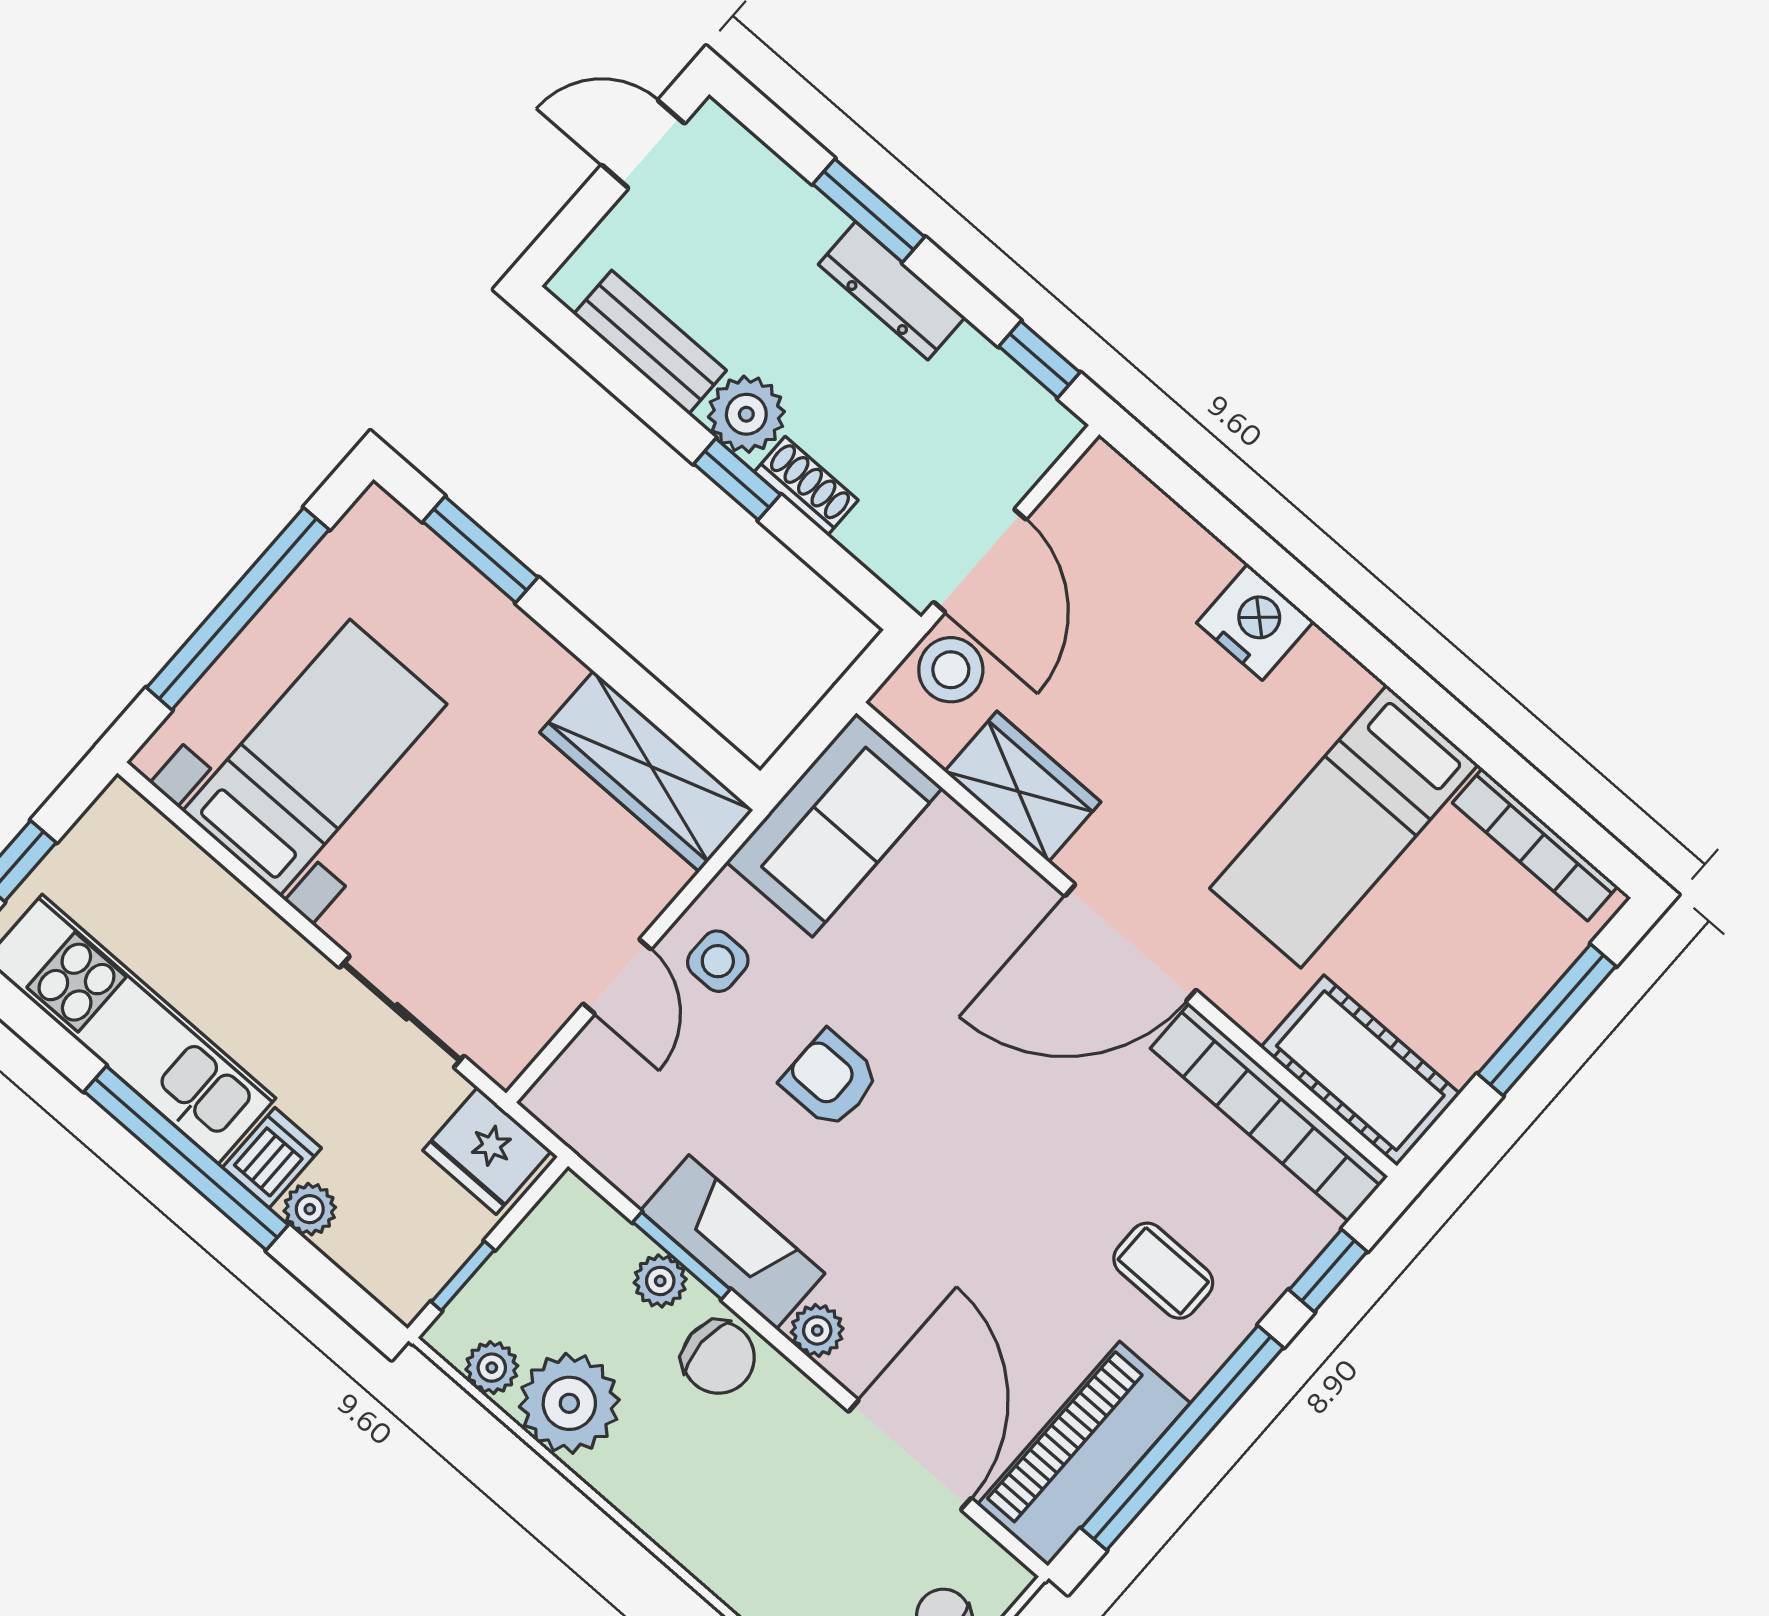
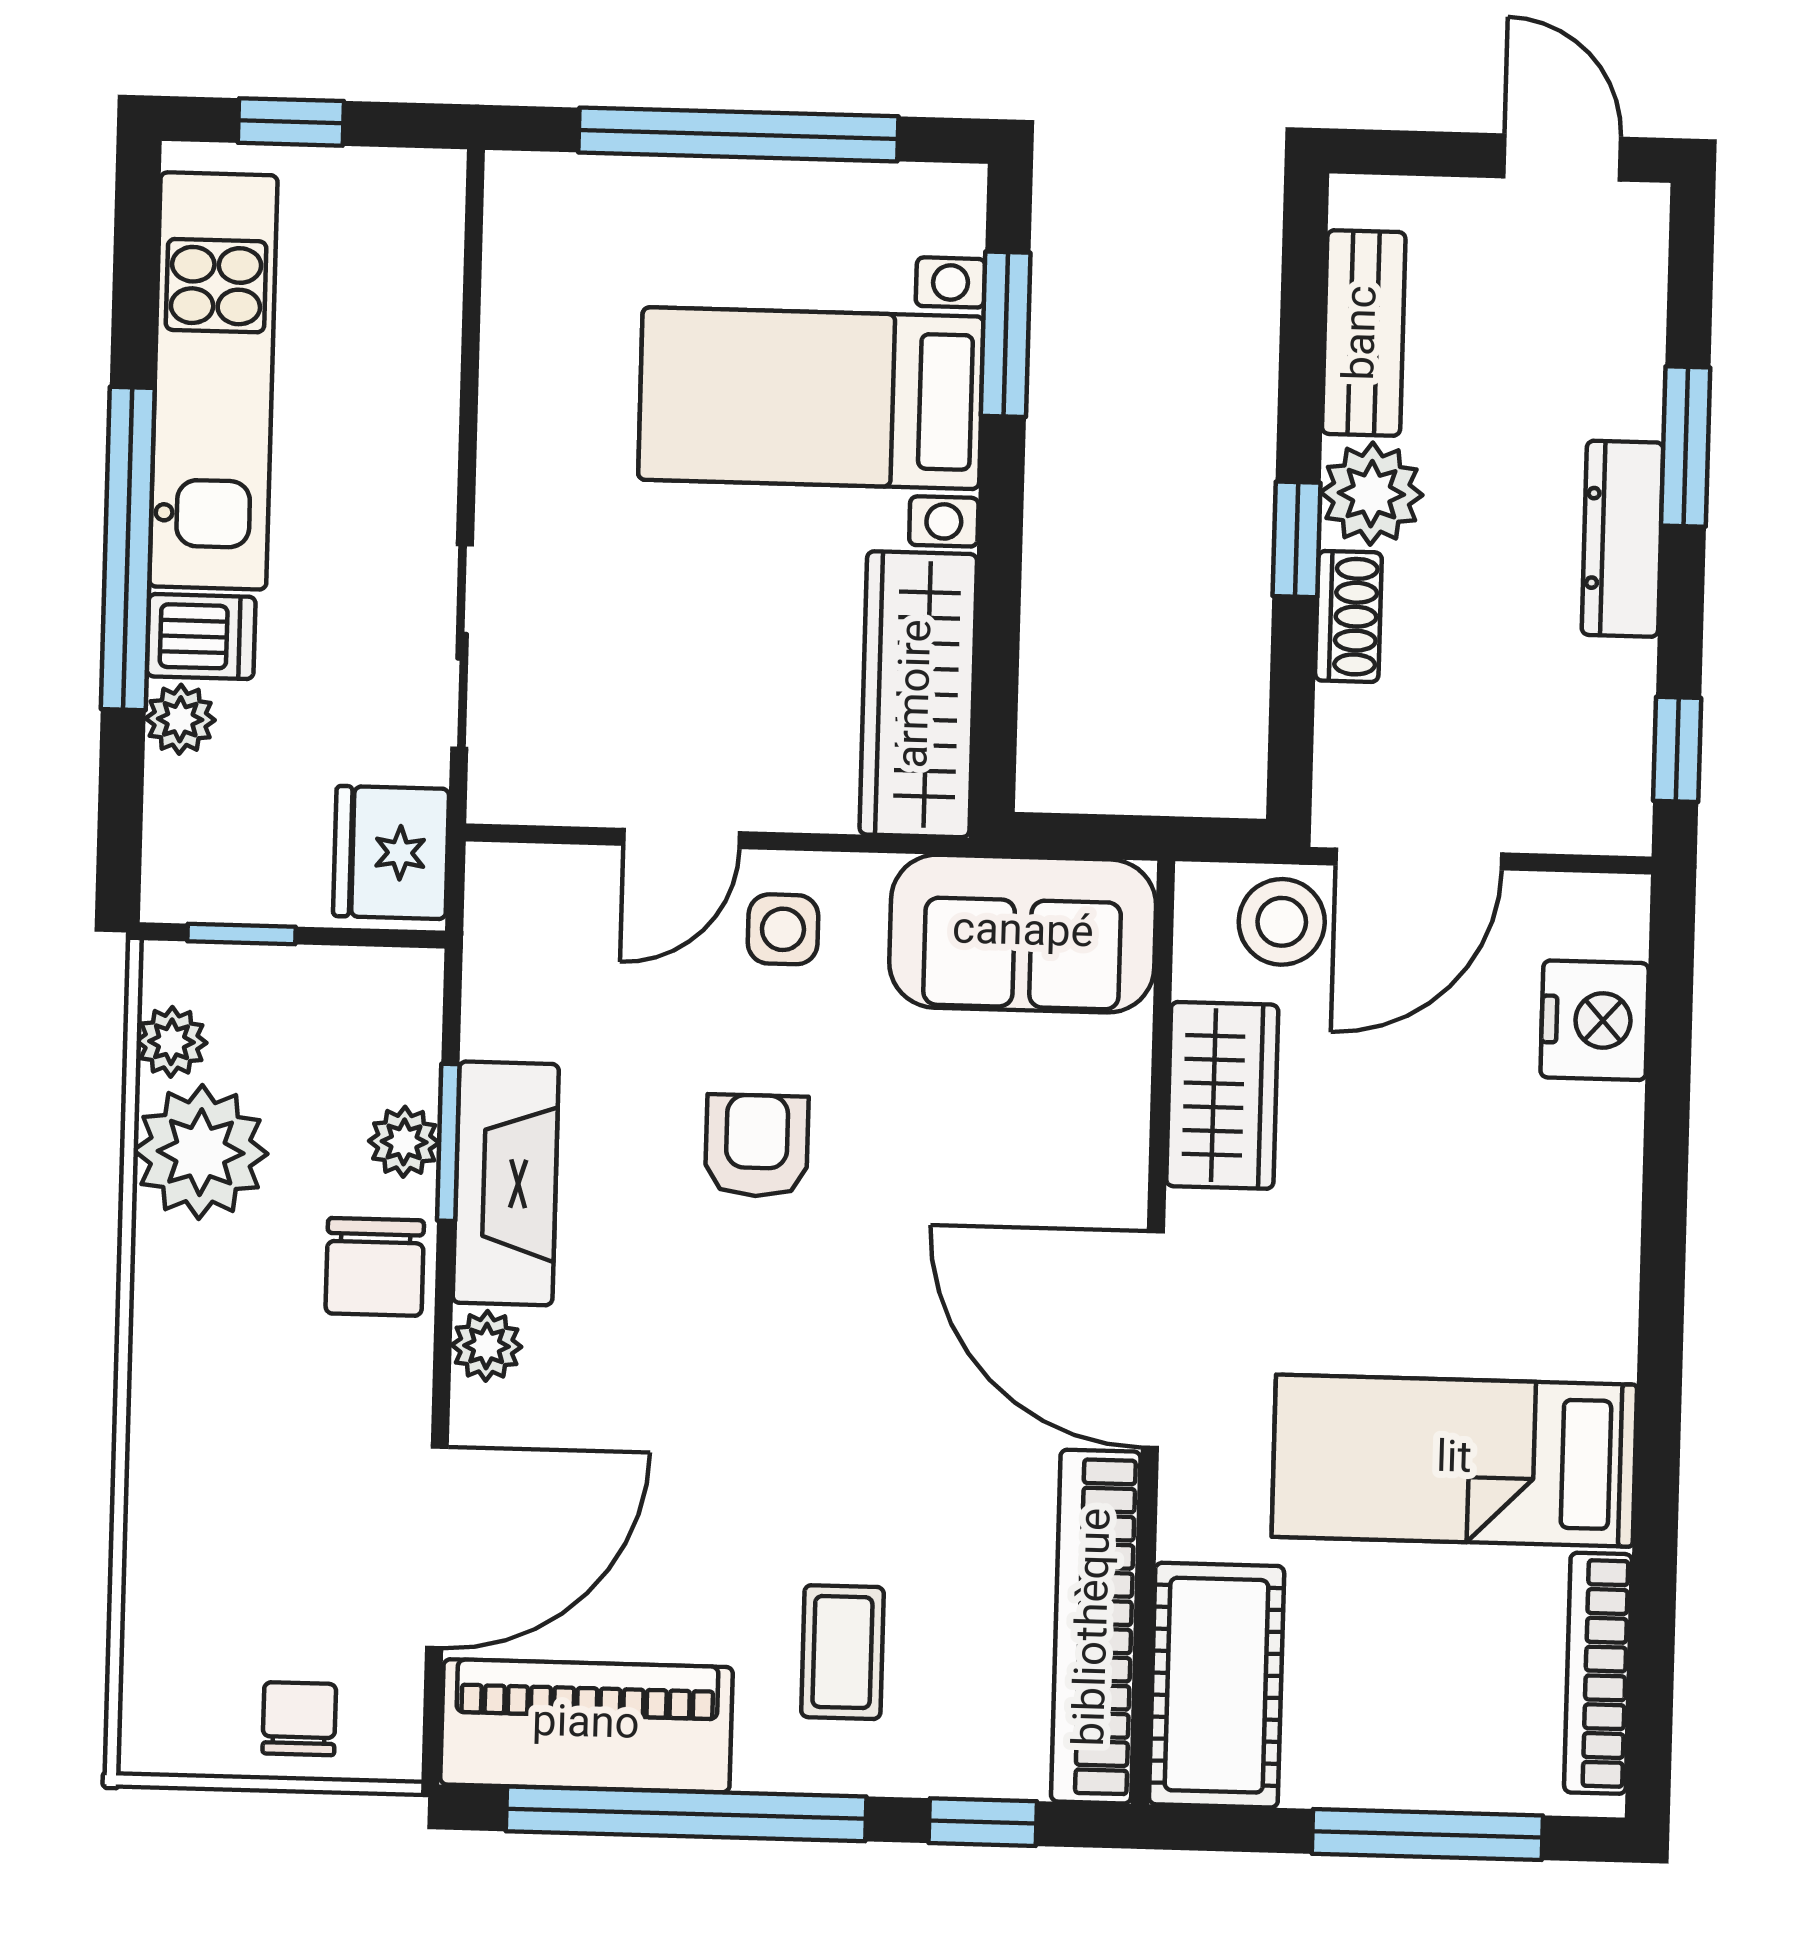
nightstand: (1255, 622) -> (1595, 1020), moved
bed with nightstands: (315, 758) -> (811, 398), moved, turned 180

